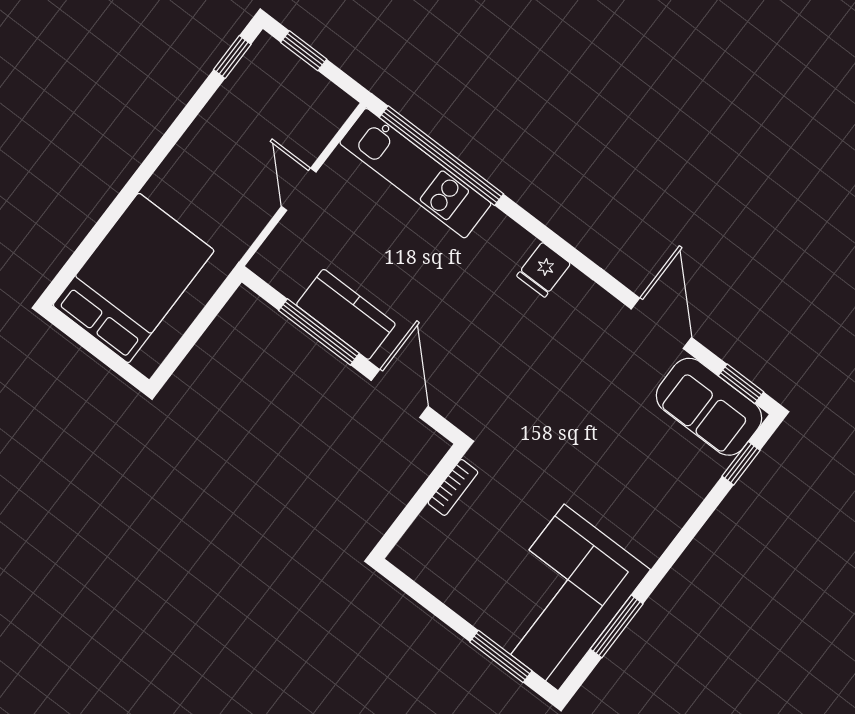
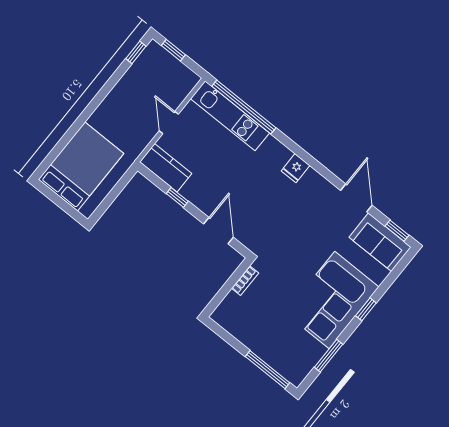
kitchen counter: (346, 314) -> (166, 168), moved
window: (319, 332) -> (177, 197), width x0.46
window: (741, 463) -> (366, 309), moved
corner sofa: (561, 597) -> (332, 300), moved
window: (501, 656) -> (268, 370), width x1.44

